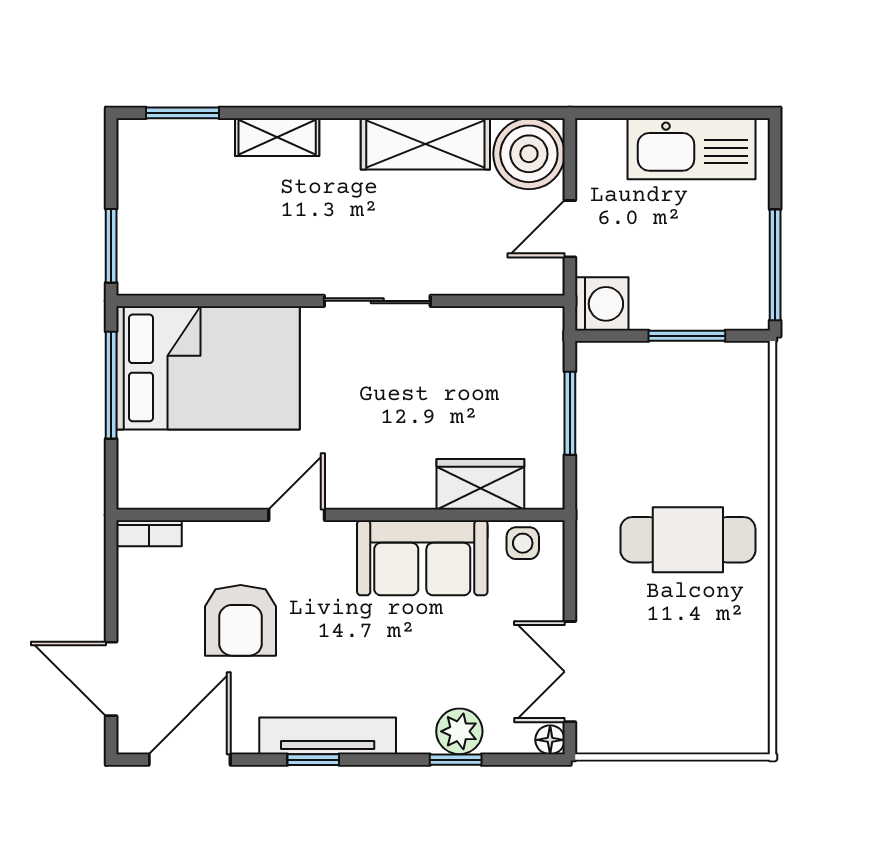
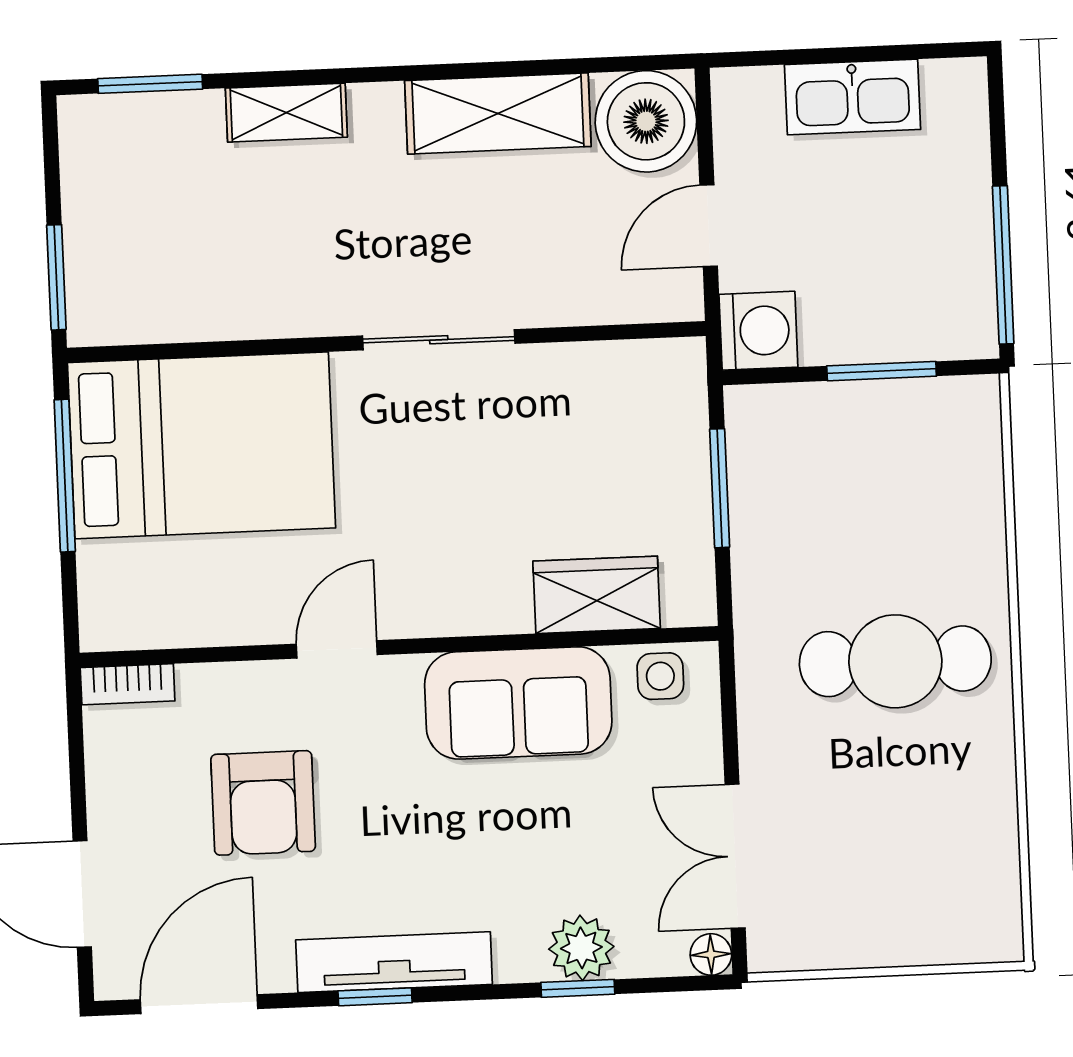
kitchen sink: (692, 149) -> (853, 97), width x0.73, depth x0.81

